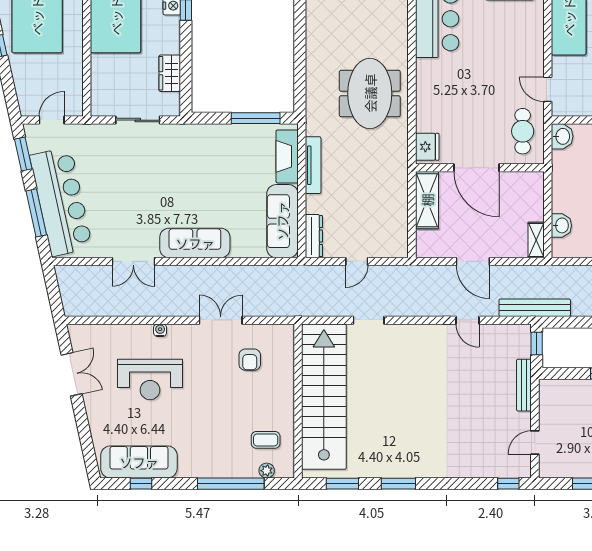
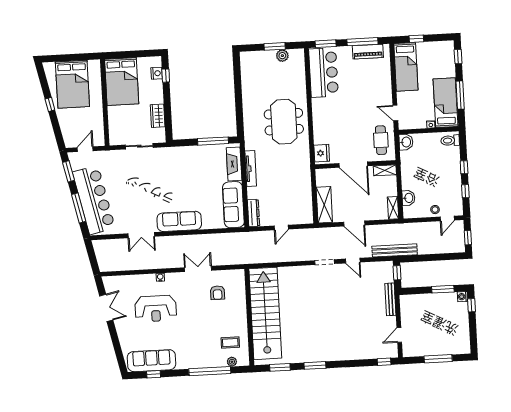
shelving: (526, 180) -> (385, 170), added
shelving: (427, 200) -> (324, 205), moved
doorway: (369, 320) -> (325, 262), moved

